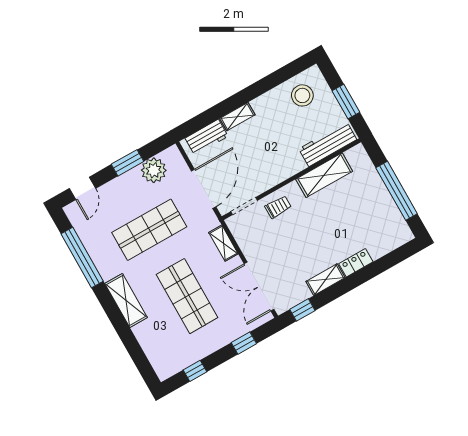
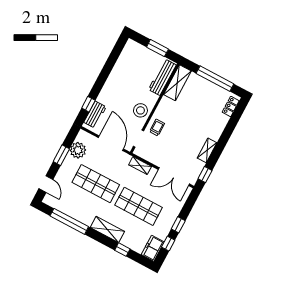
stool: (302, 95) -> (140, 110), moved
shelving: (237, 117) -> (104, 93), removed
window: (207, 118) -> (88, 104), added
shelving: (324, 175) -> (177, 83), moved
shop shelf: (149, 230) -> (96, 184), turned 90
locker: (356, 263) -> (231, 106), moved
window: (129, 340) -> (122, 250), added
window: (244, 343) -> (178, 225), moved
freezer: (171, 364) -> (153, 248), added

